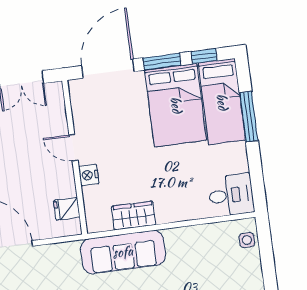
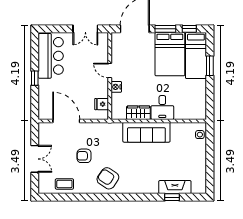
window: (249, 117) -> (210, 66), width x0.69
desk: (231, 195) -> (162, 107), moved, turned 90
sofa: (123, 252) -> (146, 132), moved

